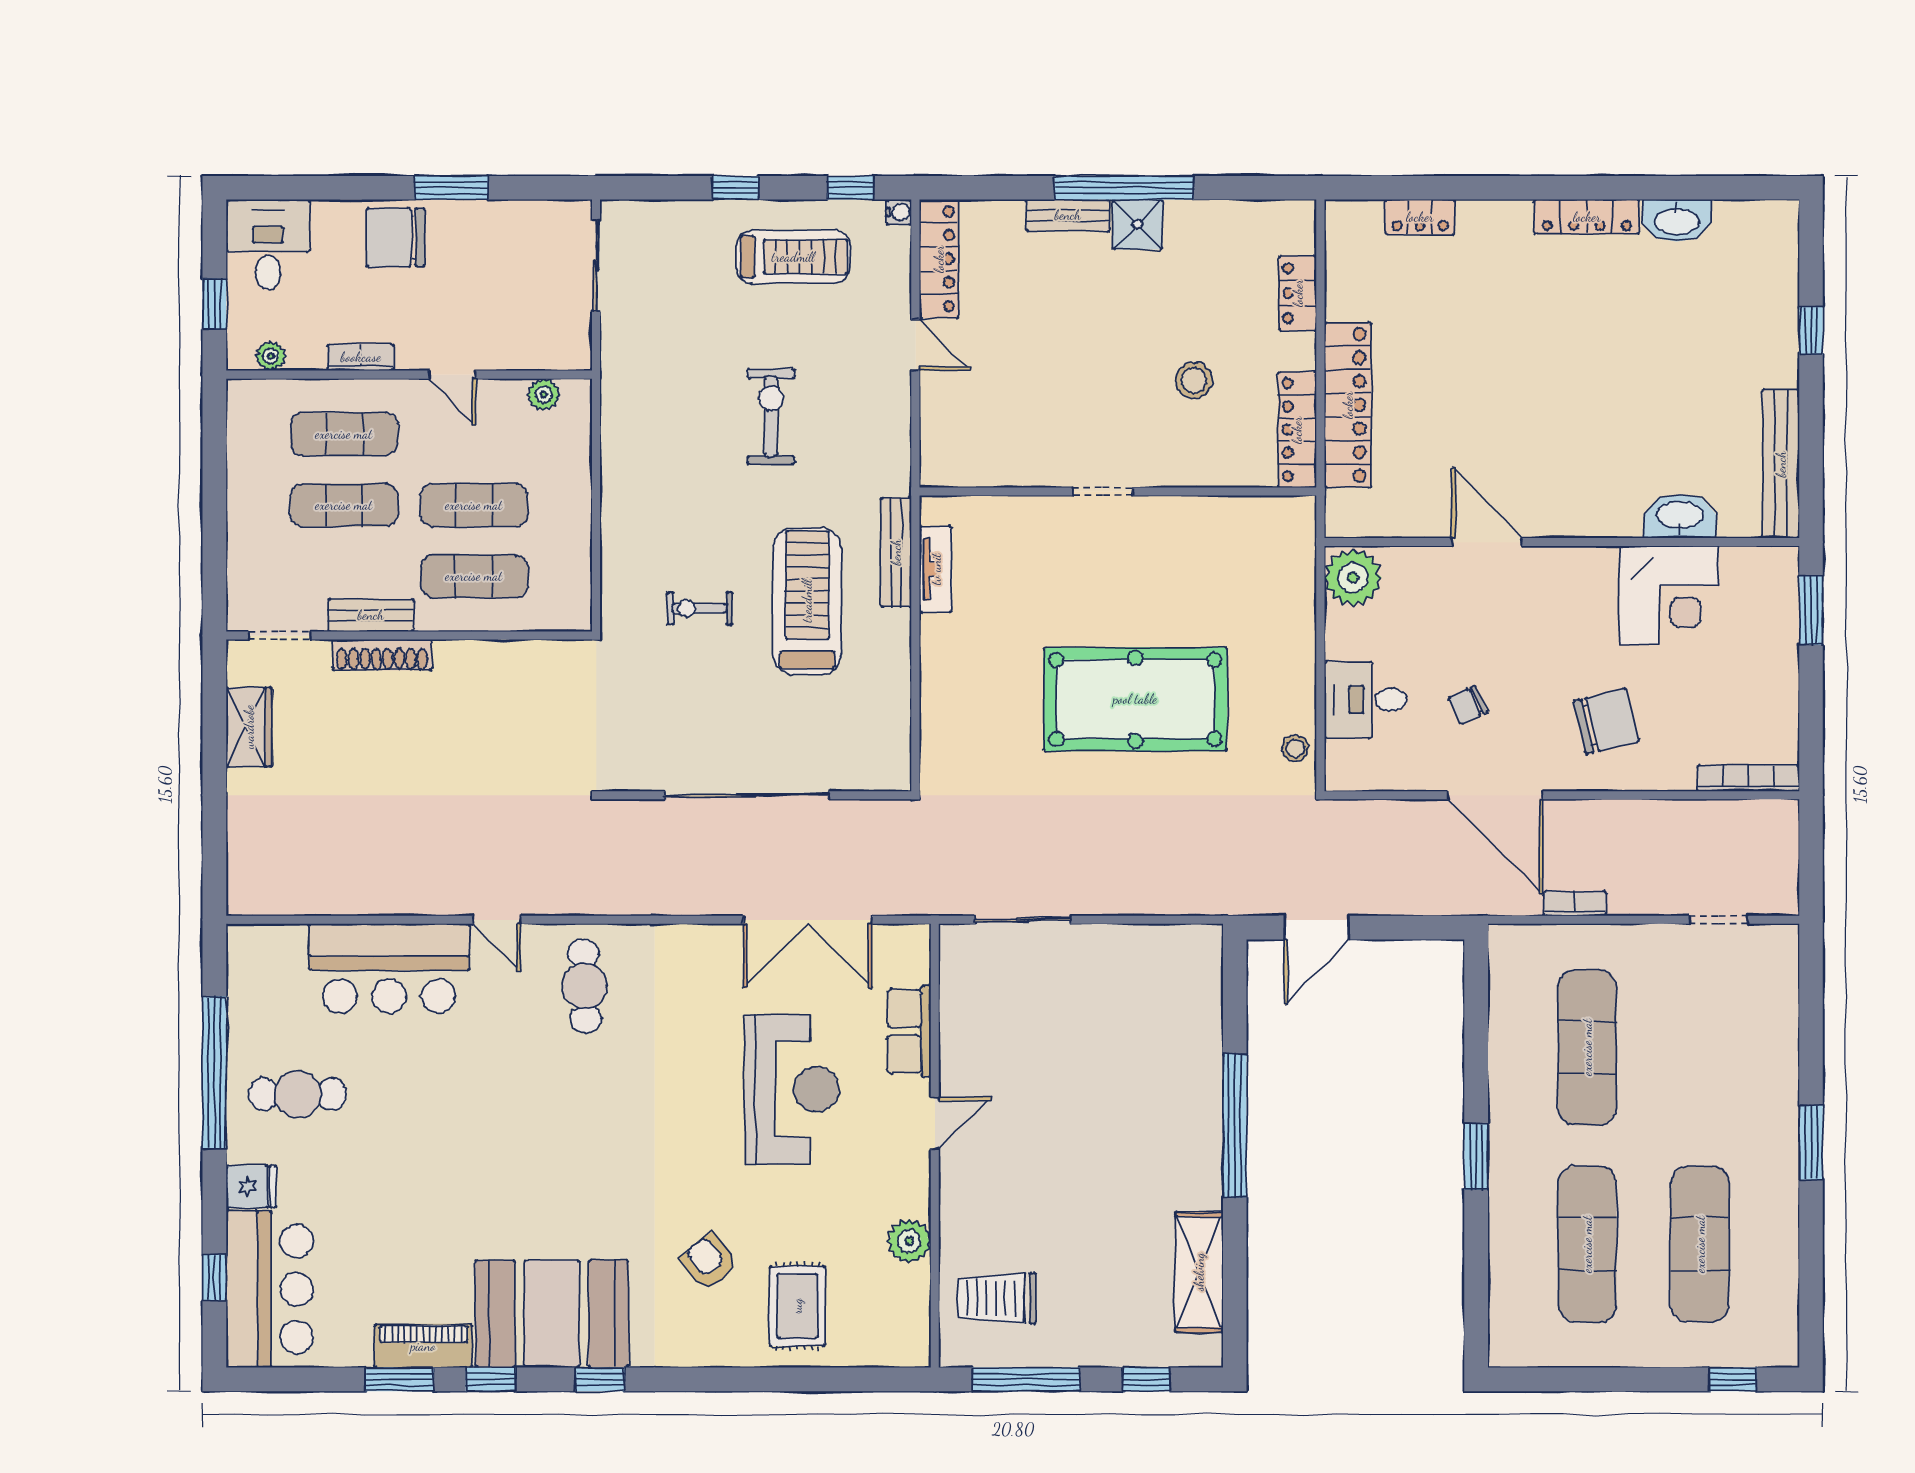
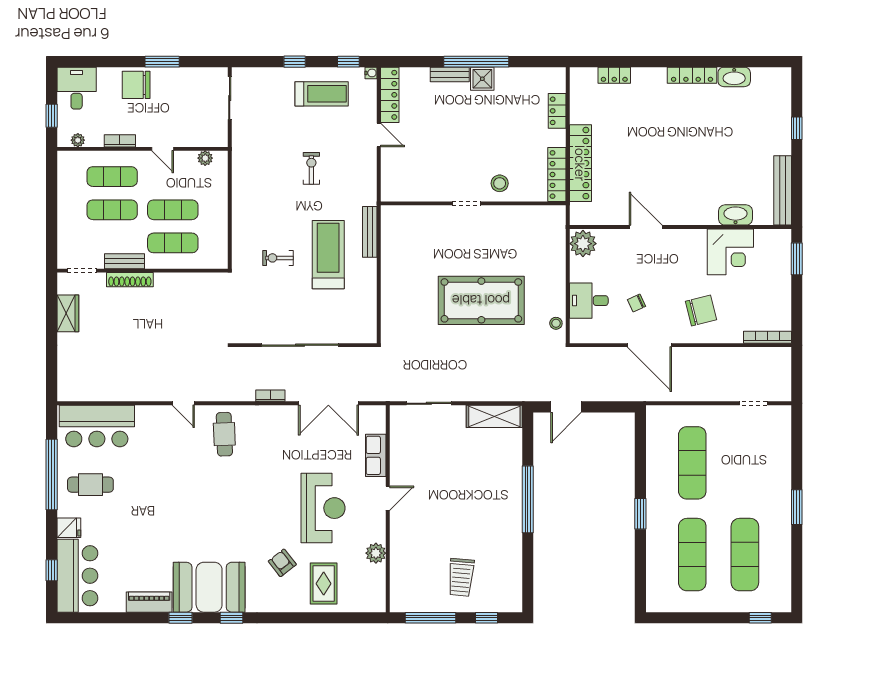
stool: (1194, 380) -> (500, 183), moved
exercise bike: (771, 416) -> (311, 168), width x0.73, depth x0.72
tv unit: (936, 569) -> (388, 240), removed
bookcase: (1575, 904) -> (270, 396), moved
bar counter: (389, 968) -> (97, 426), moved
reception desk: (792, 1089) -> (323, 508), moved
shelving: (1199, 1272) -> (494, 416), moved, turned 90
trolley: (997, 1298) -> (461, 577), moved, turned -85
window: (399, 1379) -> (138, 618), removed

